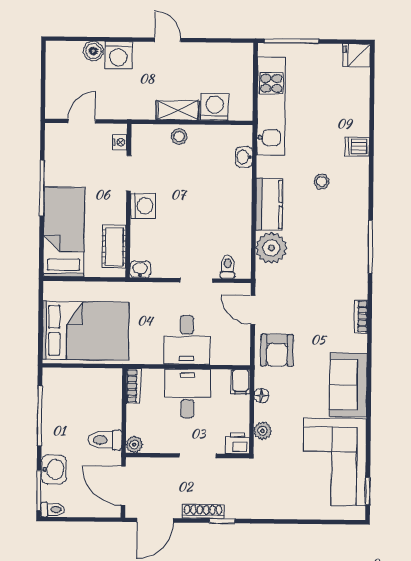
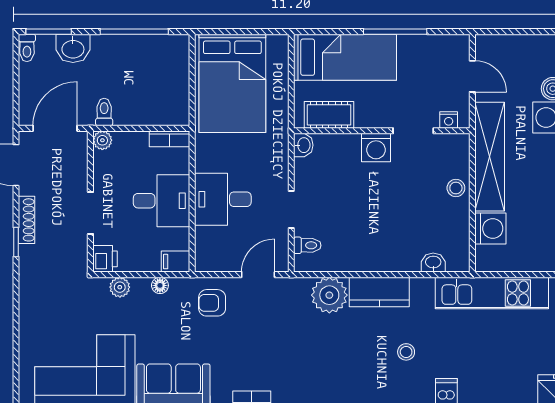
shelving: (178, 110) -> (490, 157), width x2.20, depth x1.33
armchair: (277, 350) -> (212, 303), width x0.72, depth x0.72
toilet: (105, 440) -> (104, 112), width x0.73, depth x0.72

